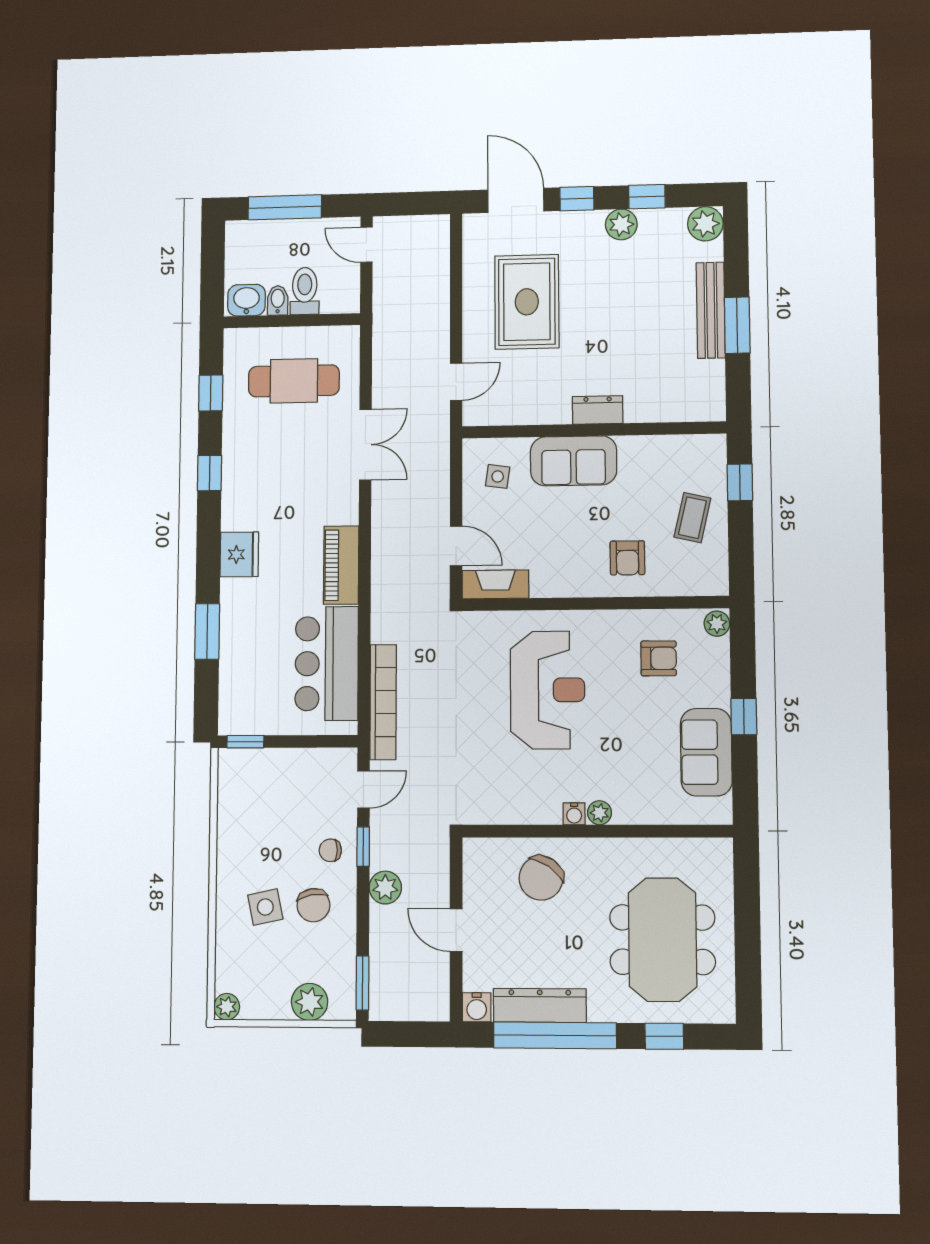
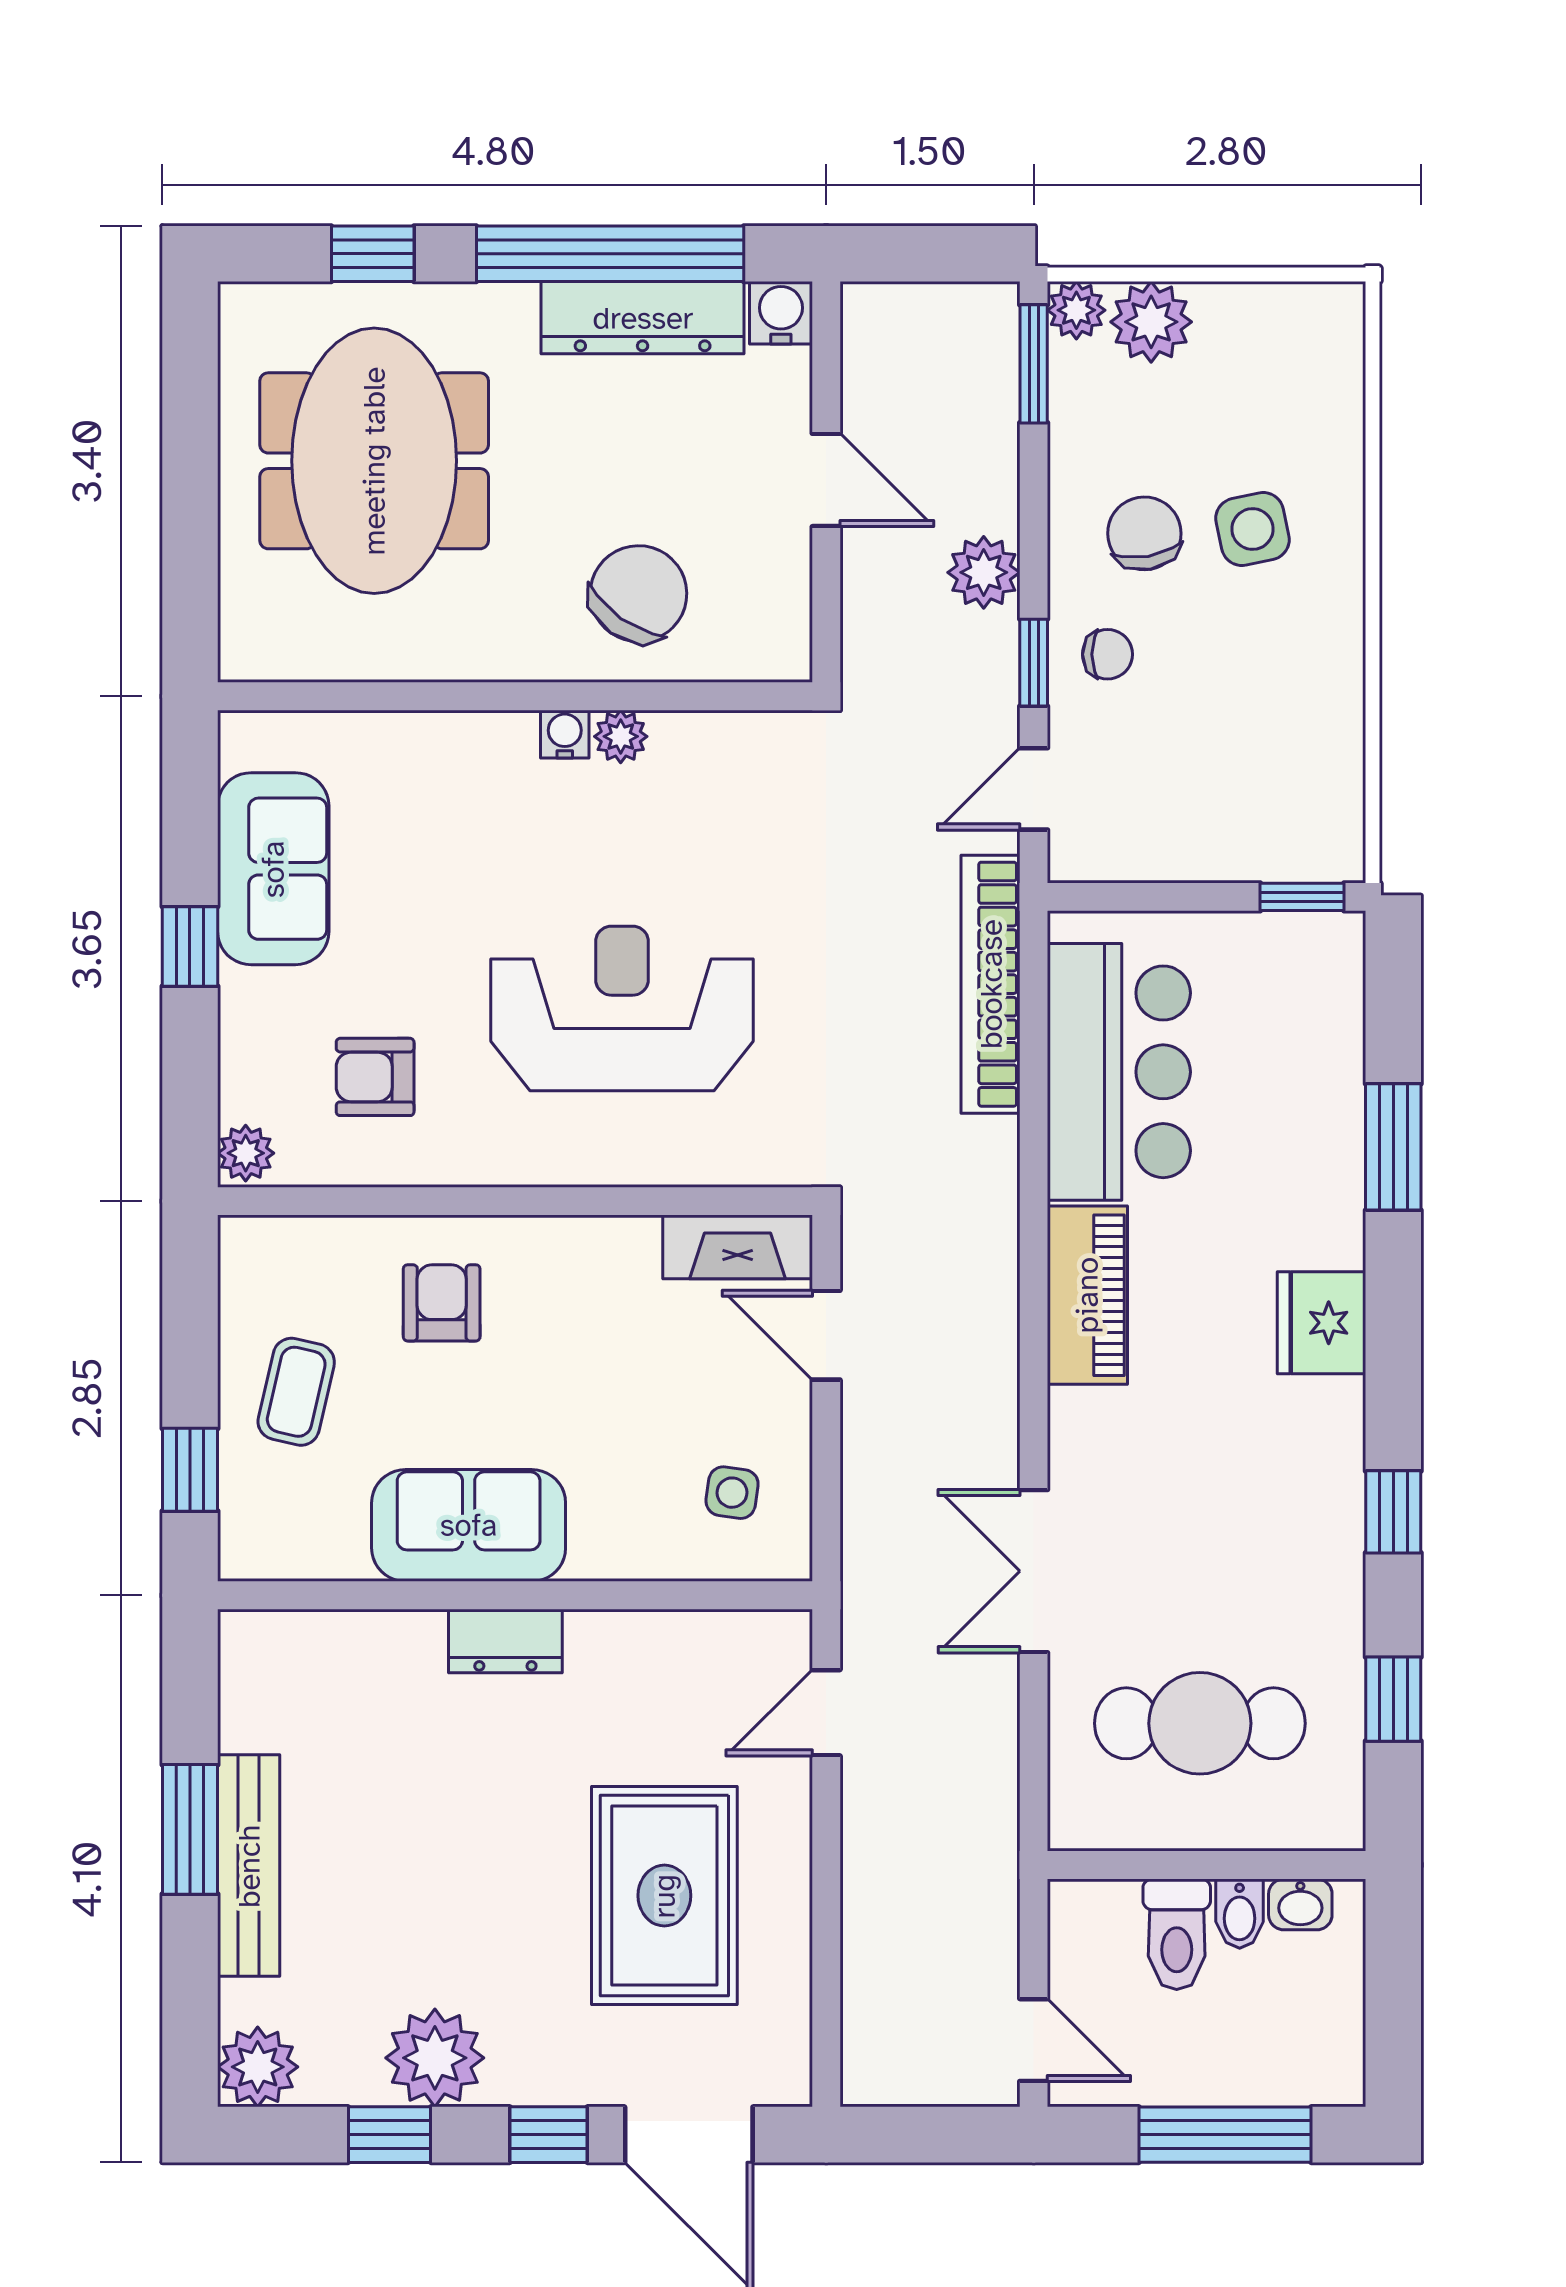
plant: (621, 224) -> (435, 2058), width x1.36, depth x1.36
washbasin: (246, 300) -> (1300, 1904), width x0.72, depth x0.69
sofa: (573, 461) -> (469, 1525), moved
reception desk: (547, 690) -> (622, 1008), turned 90
plant: (599, 813) -> (621, 736), moved
plant: (227, 1007) -> (1076, 310), moved

